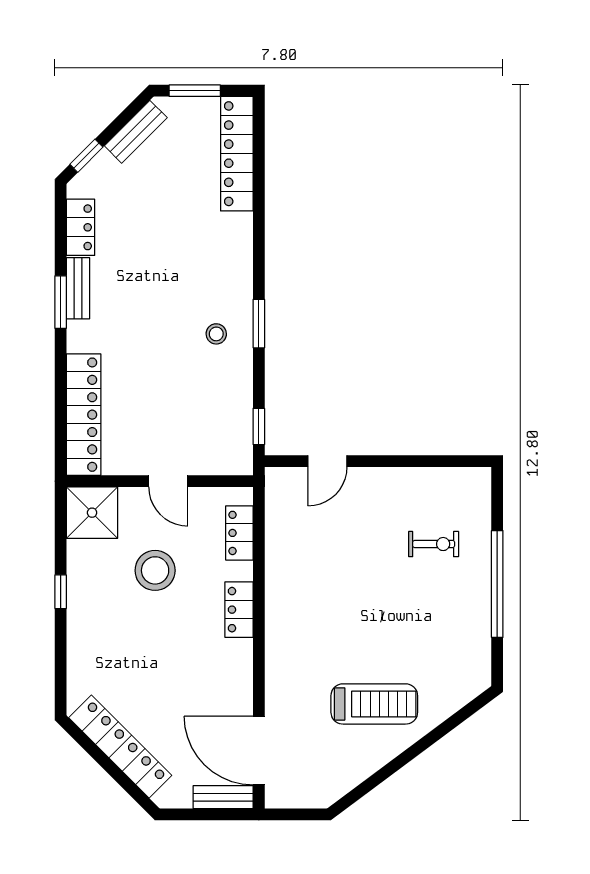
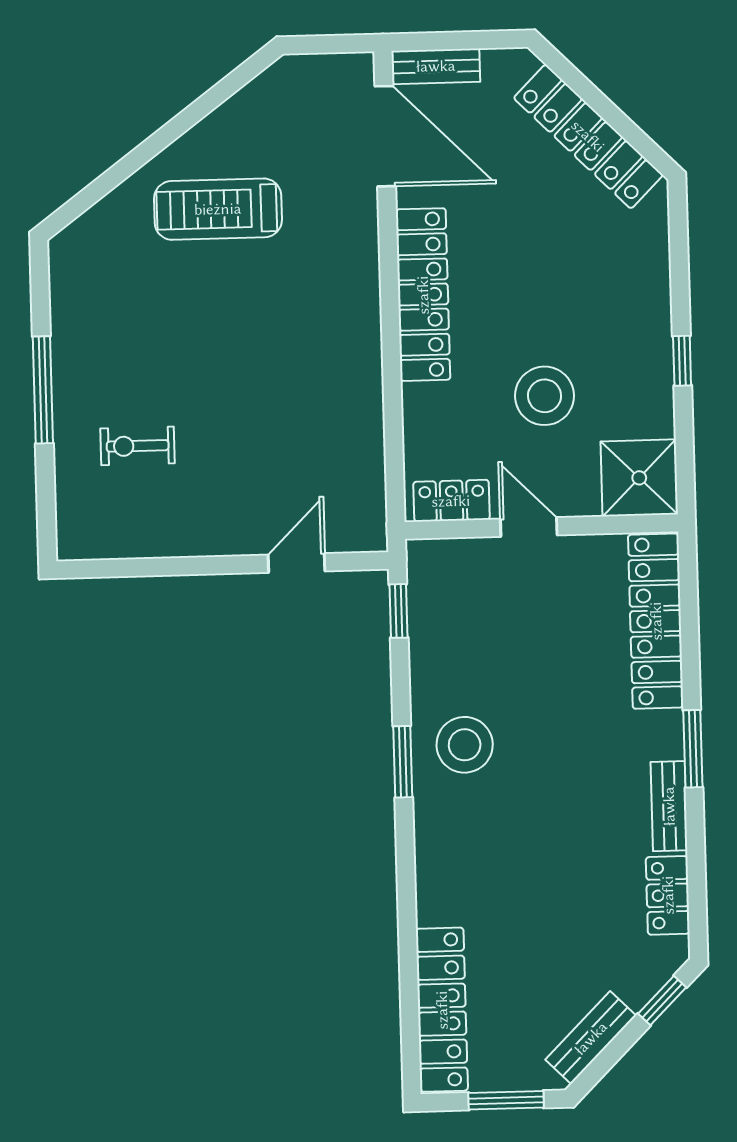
window: (61, 302) -> (693, 749), moved
stool: (216, 334) -> (465, 745), width x1.89, depth x1.89
locker: (239, 533) -> (451, 501), moved, turned -90
window: (497, 584) -> (43, 390), width x0.68
locker: (239, 610) -> (423, 295), width x2.16, depth x1.21

